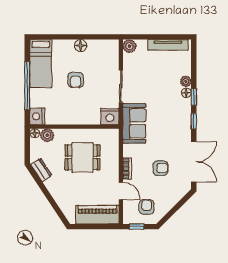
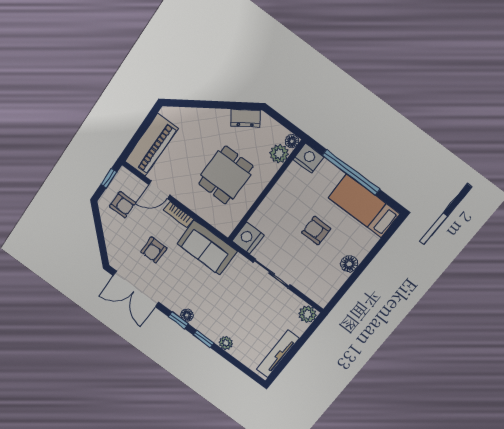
floor lamp: (186, 93) -> (187, 315), moved
sofa: (134, 123) -> (207, 247), moved

